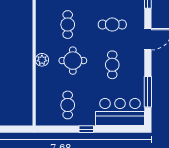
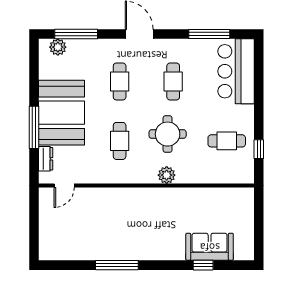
cafe table: (68, 25) -> (120, 141), turned 90
cafe table: (112, 65) -> (173, 81), turned 90
window: (86, 129) -> (259, 149), moved

